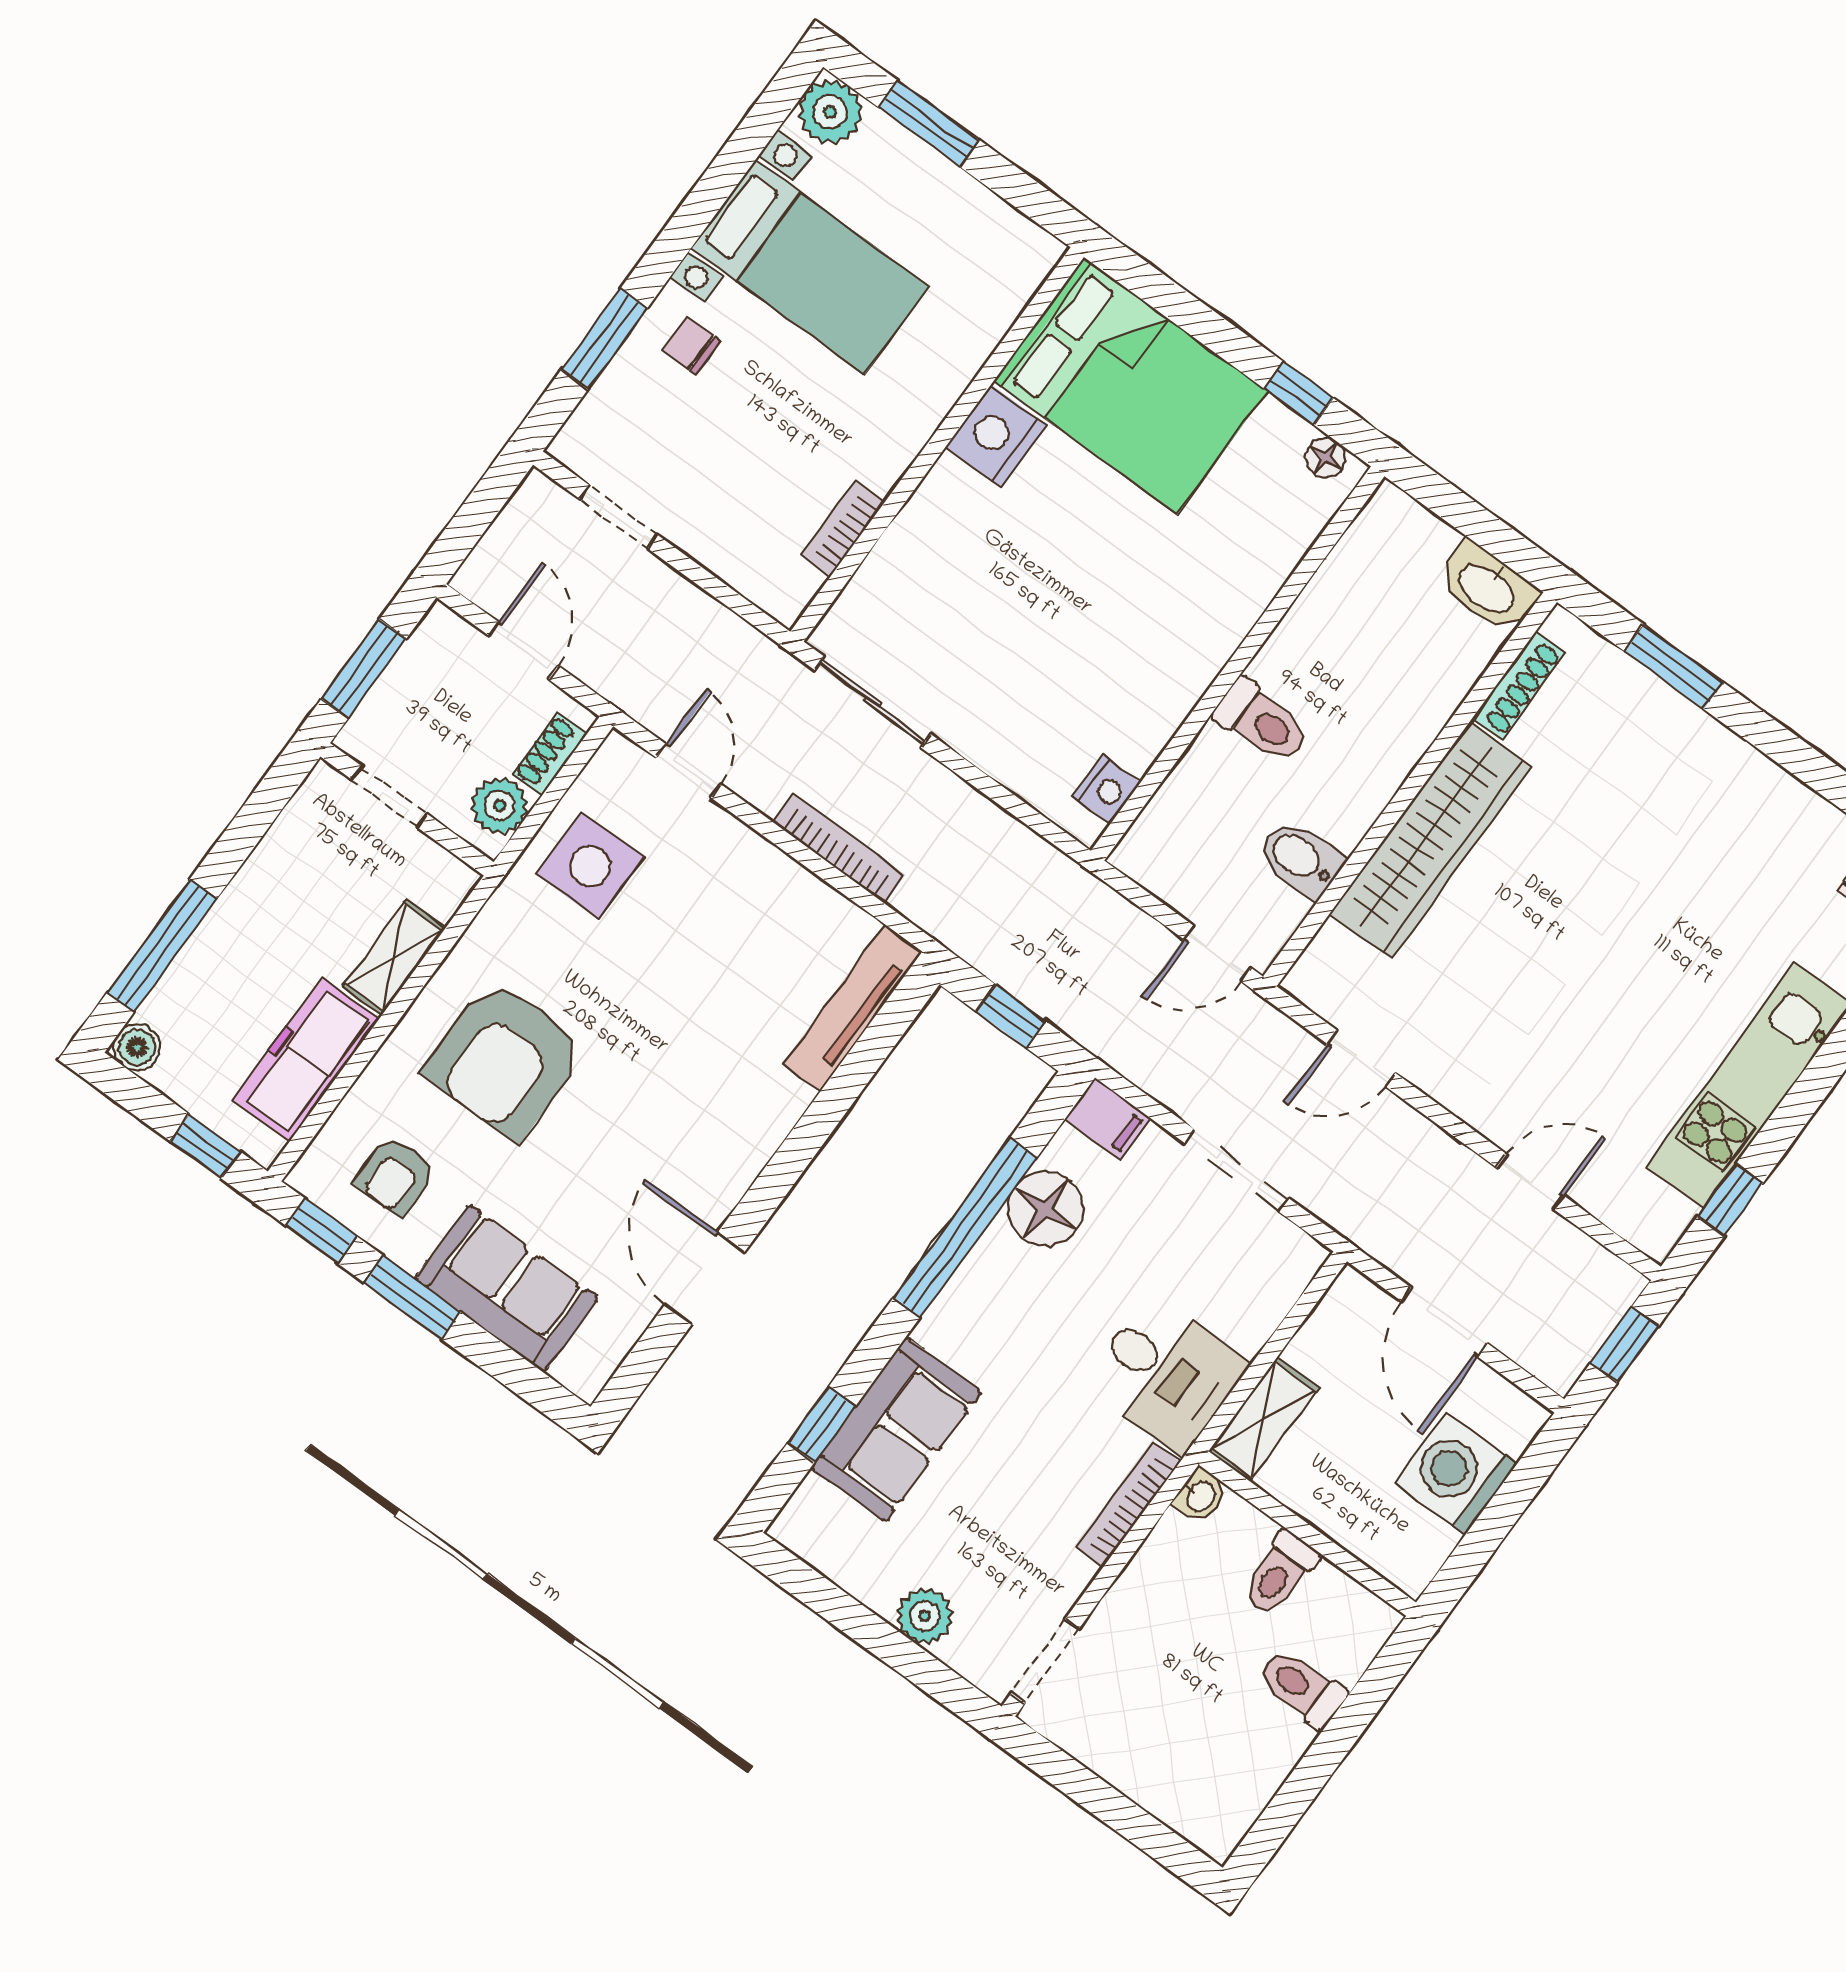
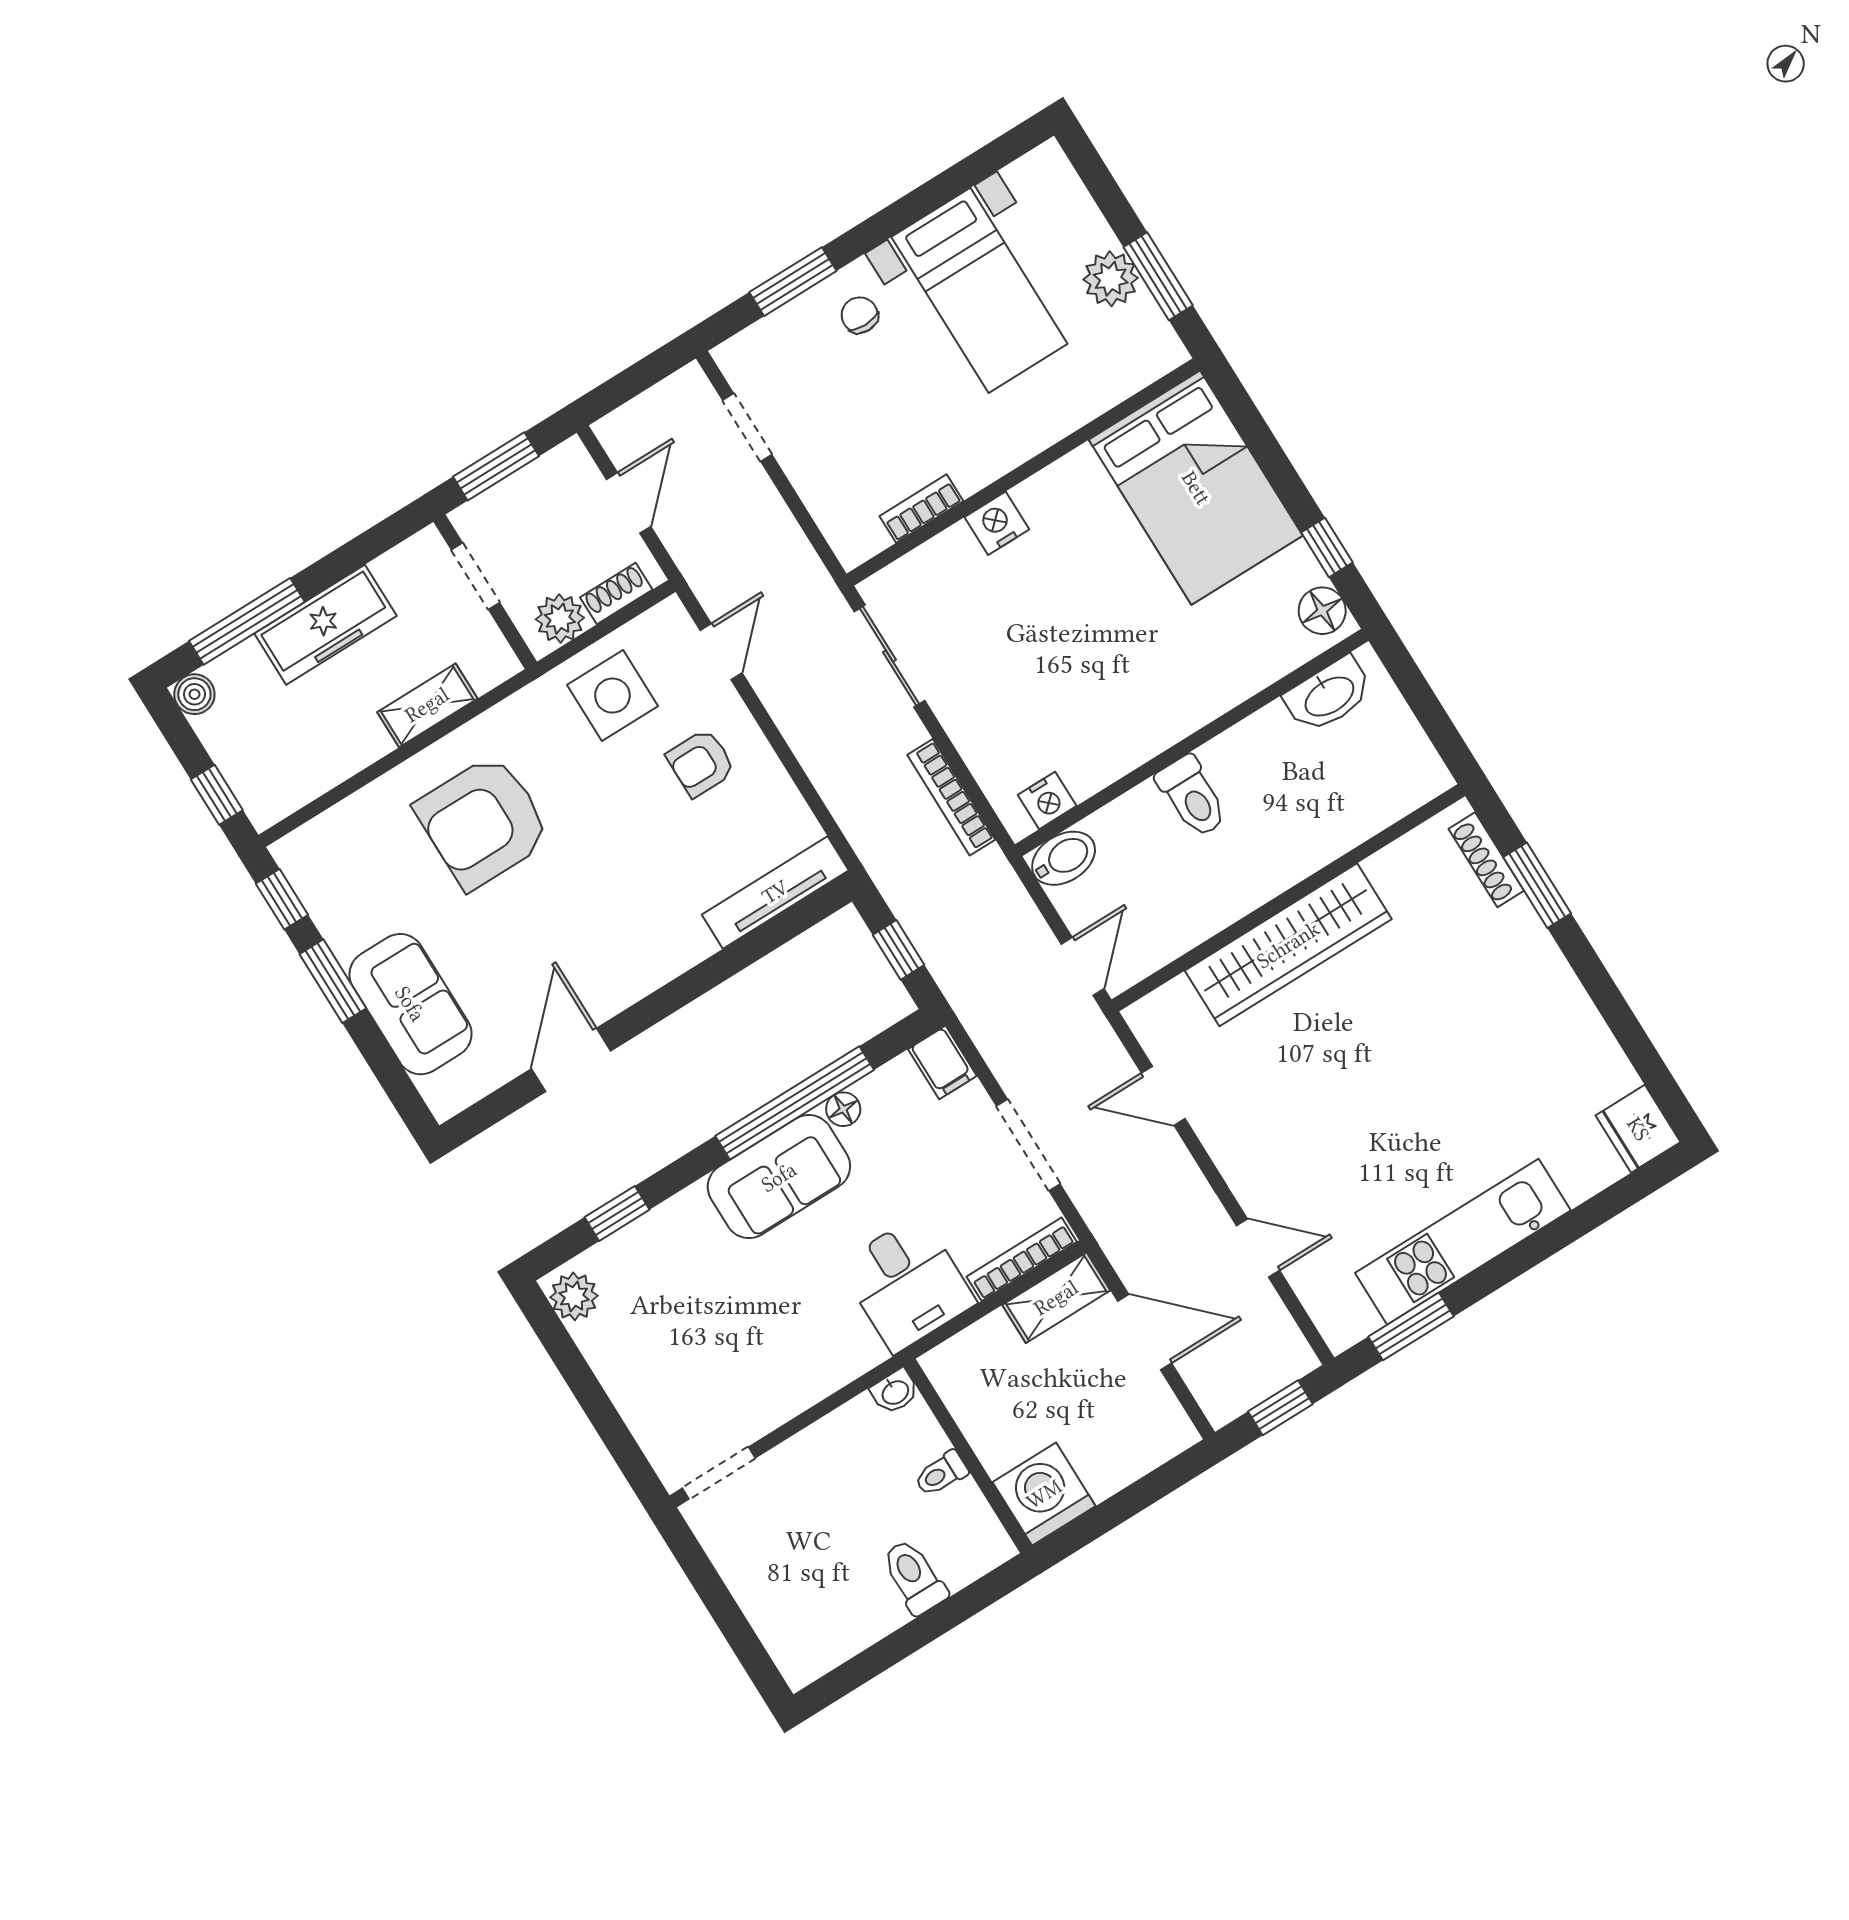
plant: (830, 112) -> (1111, 279), moved
window: (929, 123) -> (1158, 276), moved
nightstand: (996, 436) -> (997, 523), moved, width x0.74, depth x0.75
floor lamp: (1325, 458) -> (1322, 611), width x1.37, depth x1.37
washbasin: (1487, 588) -> (1329, 695), moved, turned -90
shoe rack: (1519, 685) -> (1486, 860), moved, turned 90
bookcase: (839, 848) -> (951, 797), moved, turned 180
bidet: (1300, 858) -> (1064, 858), moved, turned 90
door: (1217, 953) -> (1083, 966), swing flipped
freezer: (306, 1060) -> (325, 625), moved, turned 180
armchair: (395, 1176) -> (701, 763), moved
window: (1730, 1200) -> (1411, 1326), width x1.50
floor lamp: (1045, 1209) -> (843, 1109), width x0.53, depth x0.53
door: (1445, 1322) -> (1145, 1332), swing flipped
shelving: (1264, 1420) -> (1056, 1298), moved
sofa: (896, 1429) -> (779, 1177), moved
washing machine: (1456, 1474) -> (1044, 1494), moved
bookcase: (1128, 1505) -> (1022, 1259), moved
toilet: (1279, 1574) -> (941, 1474), width x0.73, depth x0.72
plant: (925, 1616) -> (574, 1296), moved

